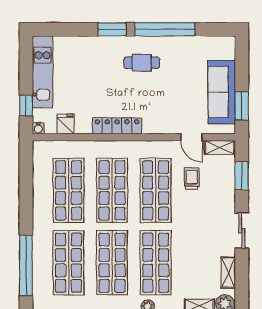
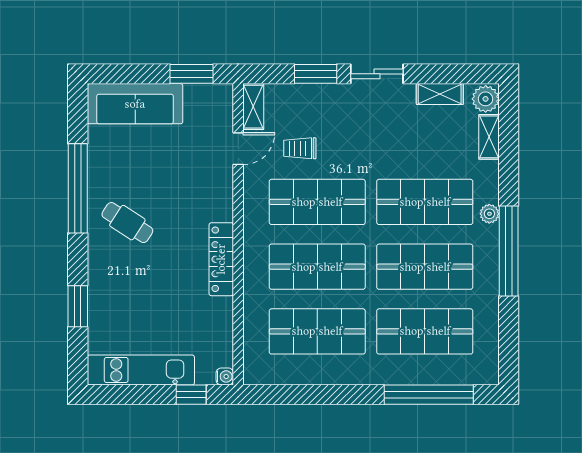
window: (112, 29) -> (78, 306), moved
cafe table: (142, 63) -> (127, 223), turned -57
sofa: (222, 92) -> (135, 104), moved
fridge: (65, 124) -> (218, 336), removed
window: (242, 176) -> (316, 74), moved

